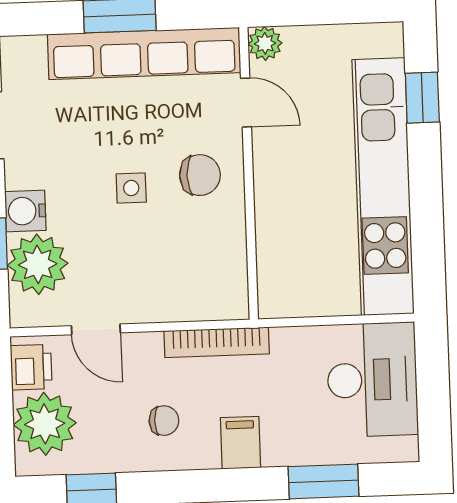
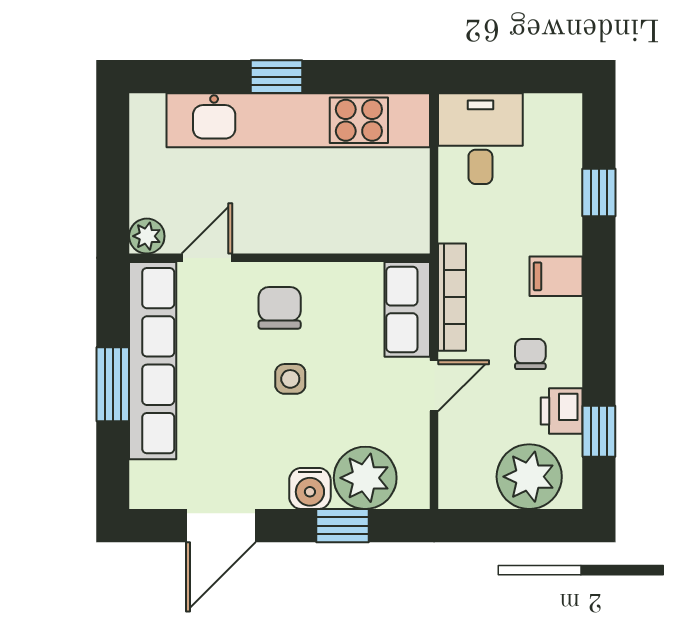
window: (422, 98) -> (277, 77), moved
row of seats: (203, 299) -> (407, 309), added
door: (96, 329) -> (434, 386), moved
printer: (31, 367) -> (562, 411), moved, turned -90
desk: (372, 380) -> (480, 139), width x0.73
window: (323, 481) -> (599, 193), width x0.67

